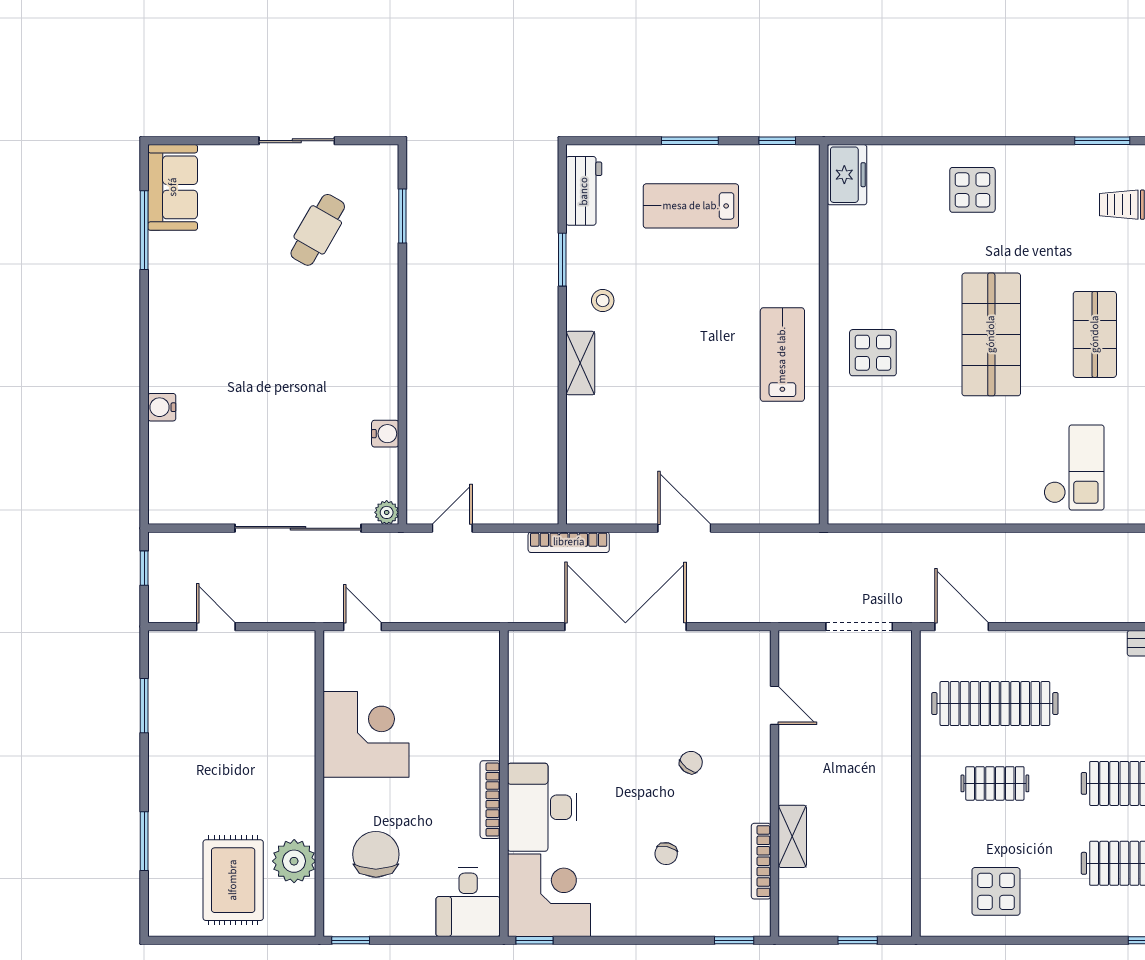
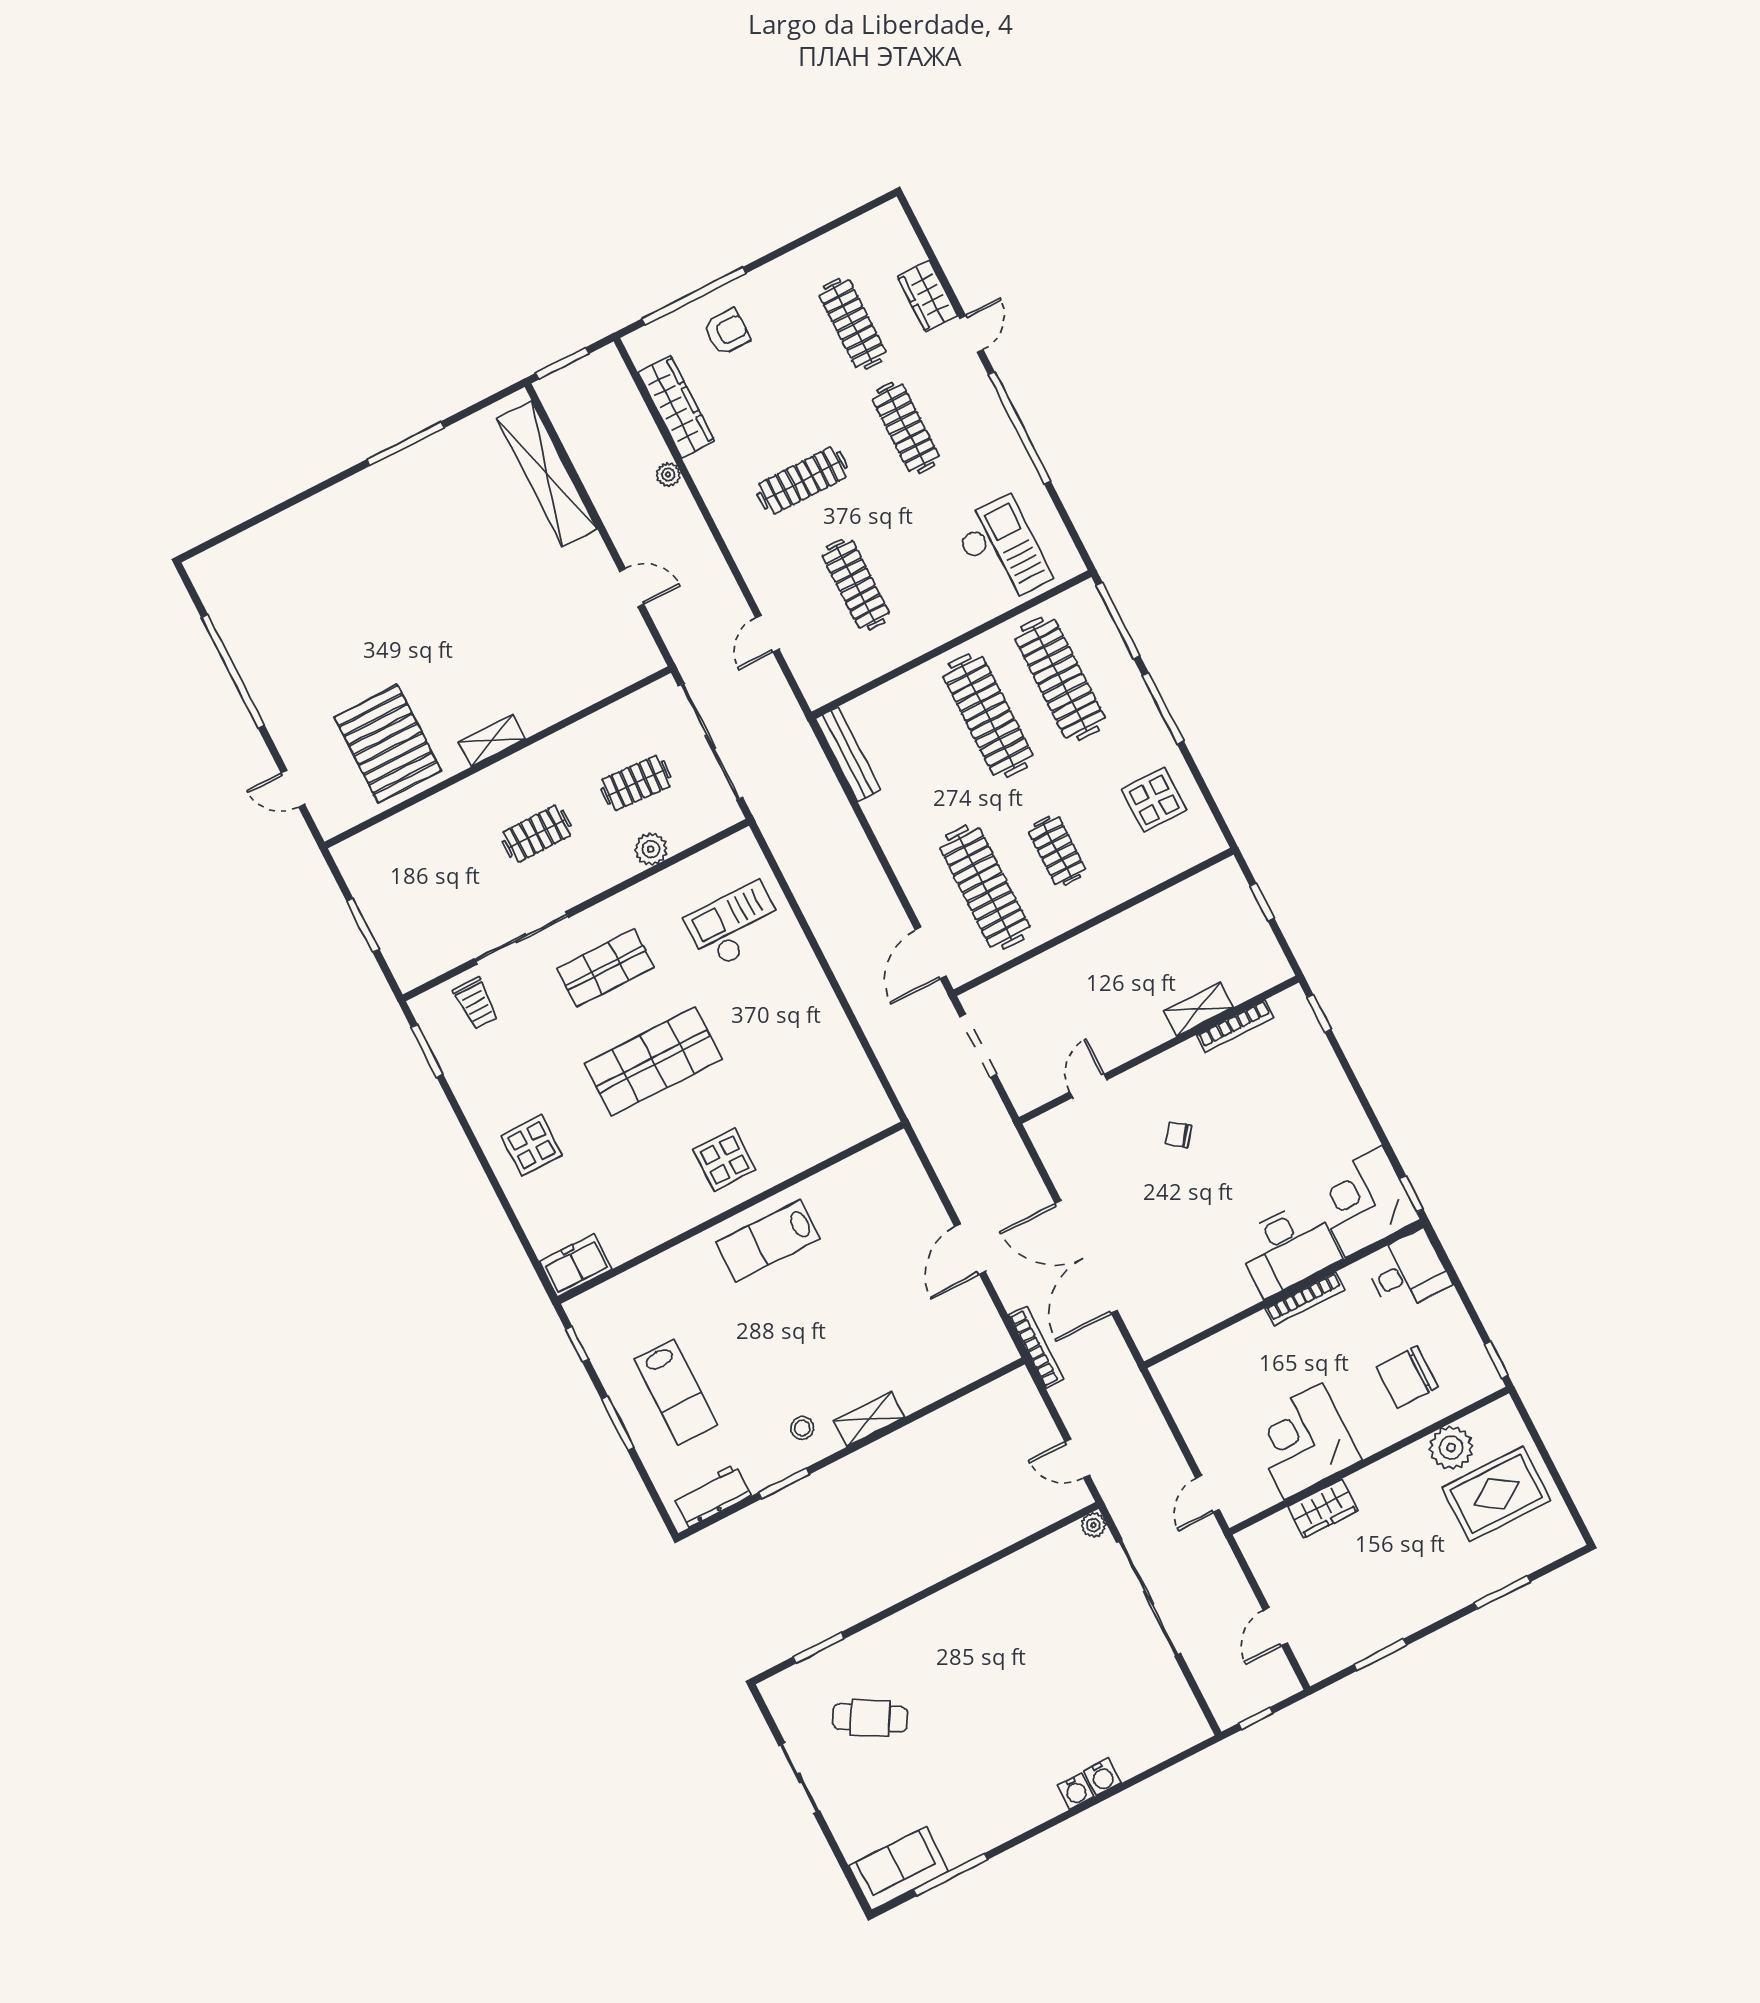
water cooler: (385, 434) -> (1076, 1791), moved, turned 180
wardrobe: (298, 721) -> (1323, 1509), added
chair: (666, 854) -> (1272, 1115), removed
window: (1072, 940) -> (1163, 709), added

